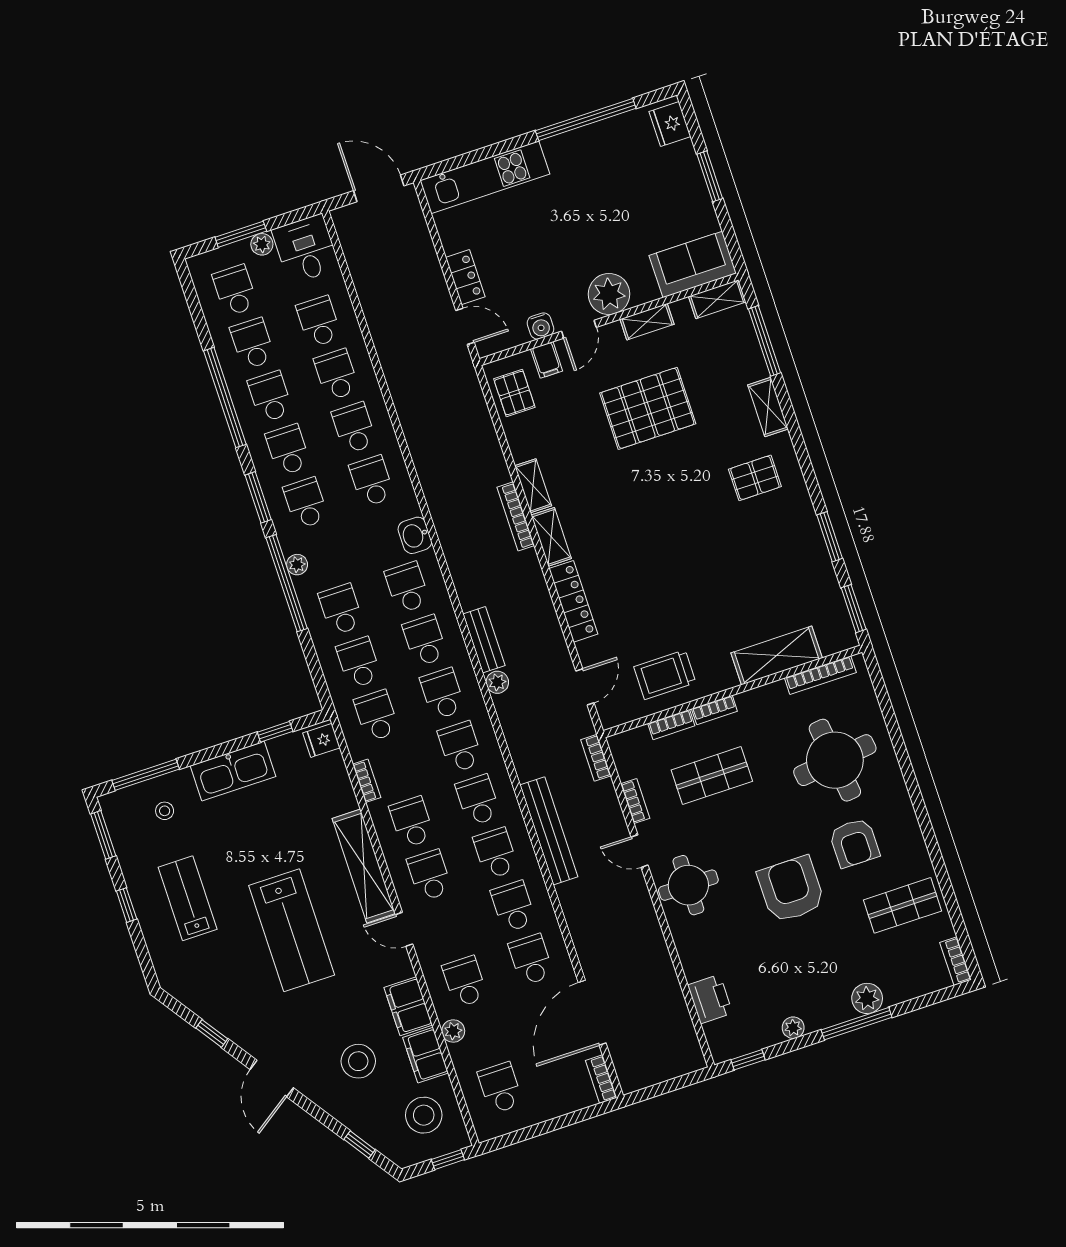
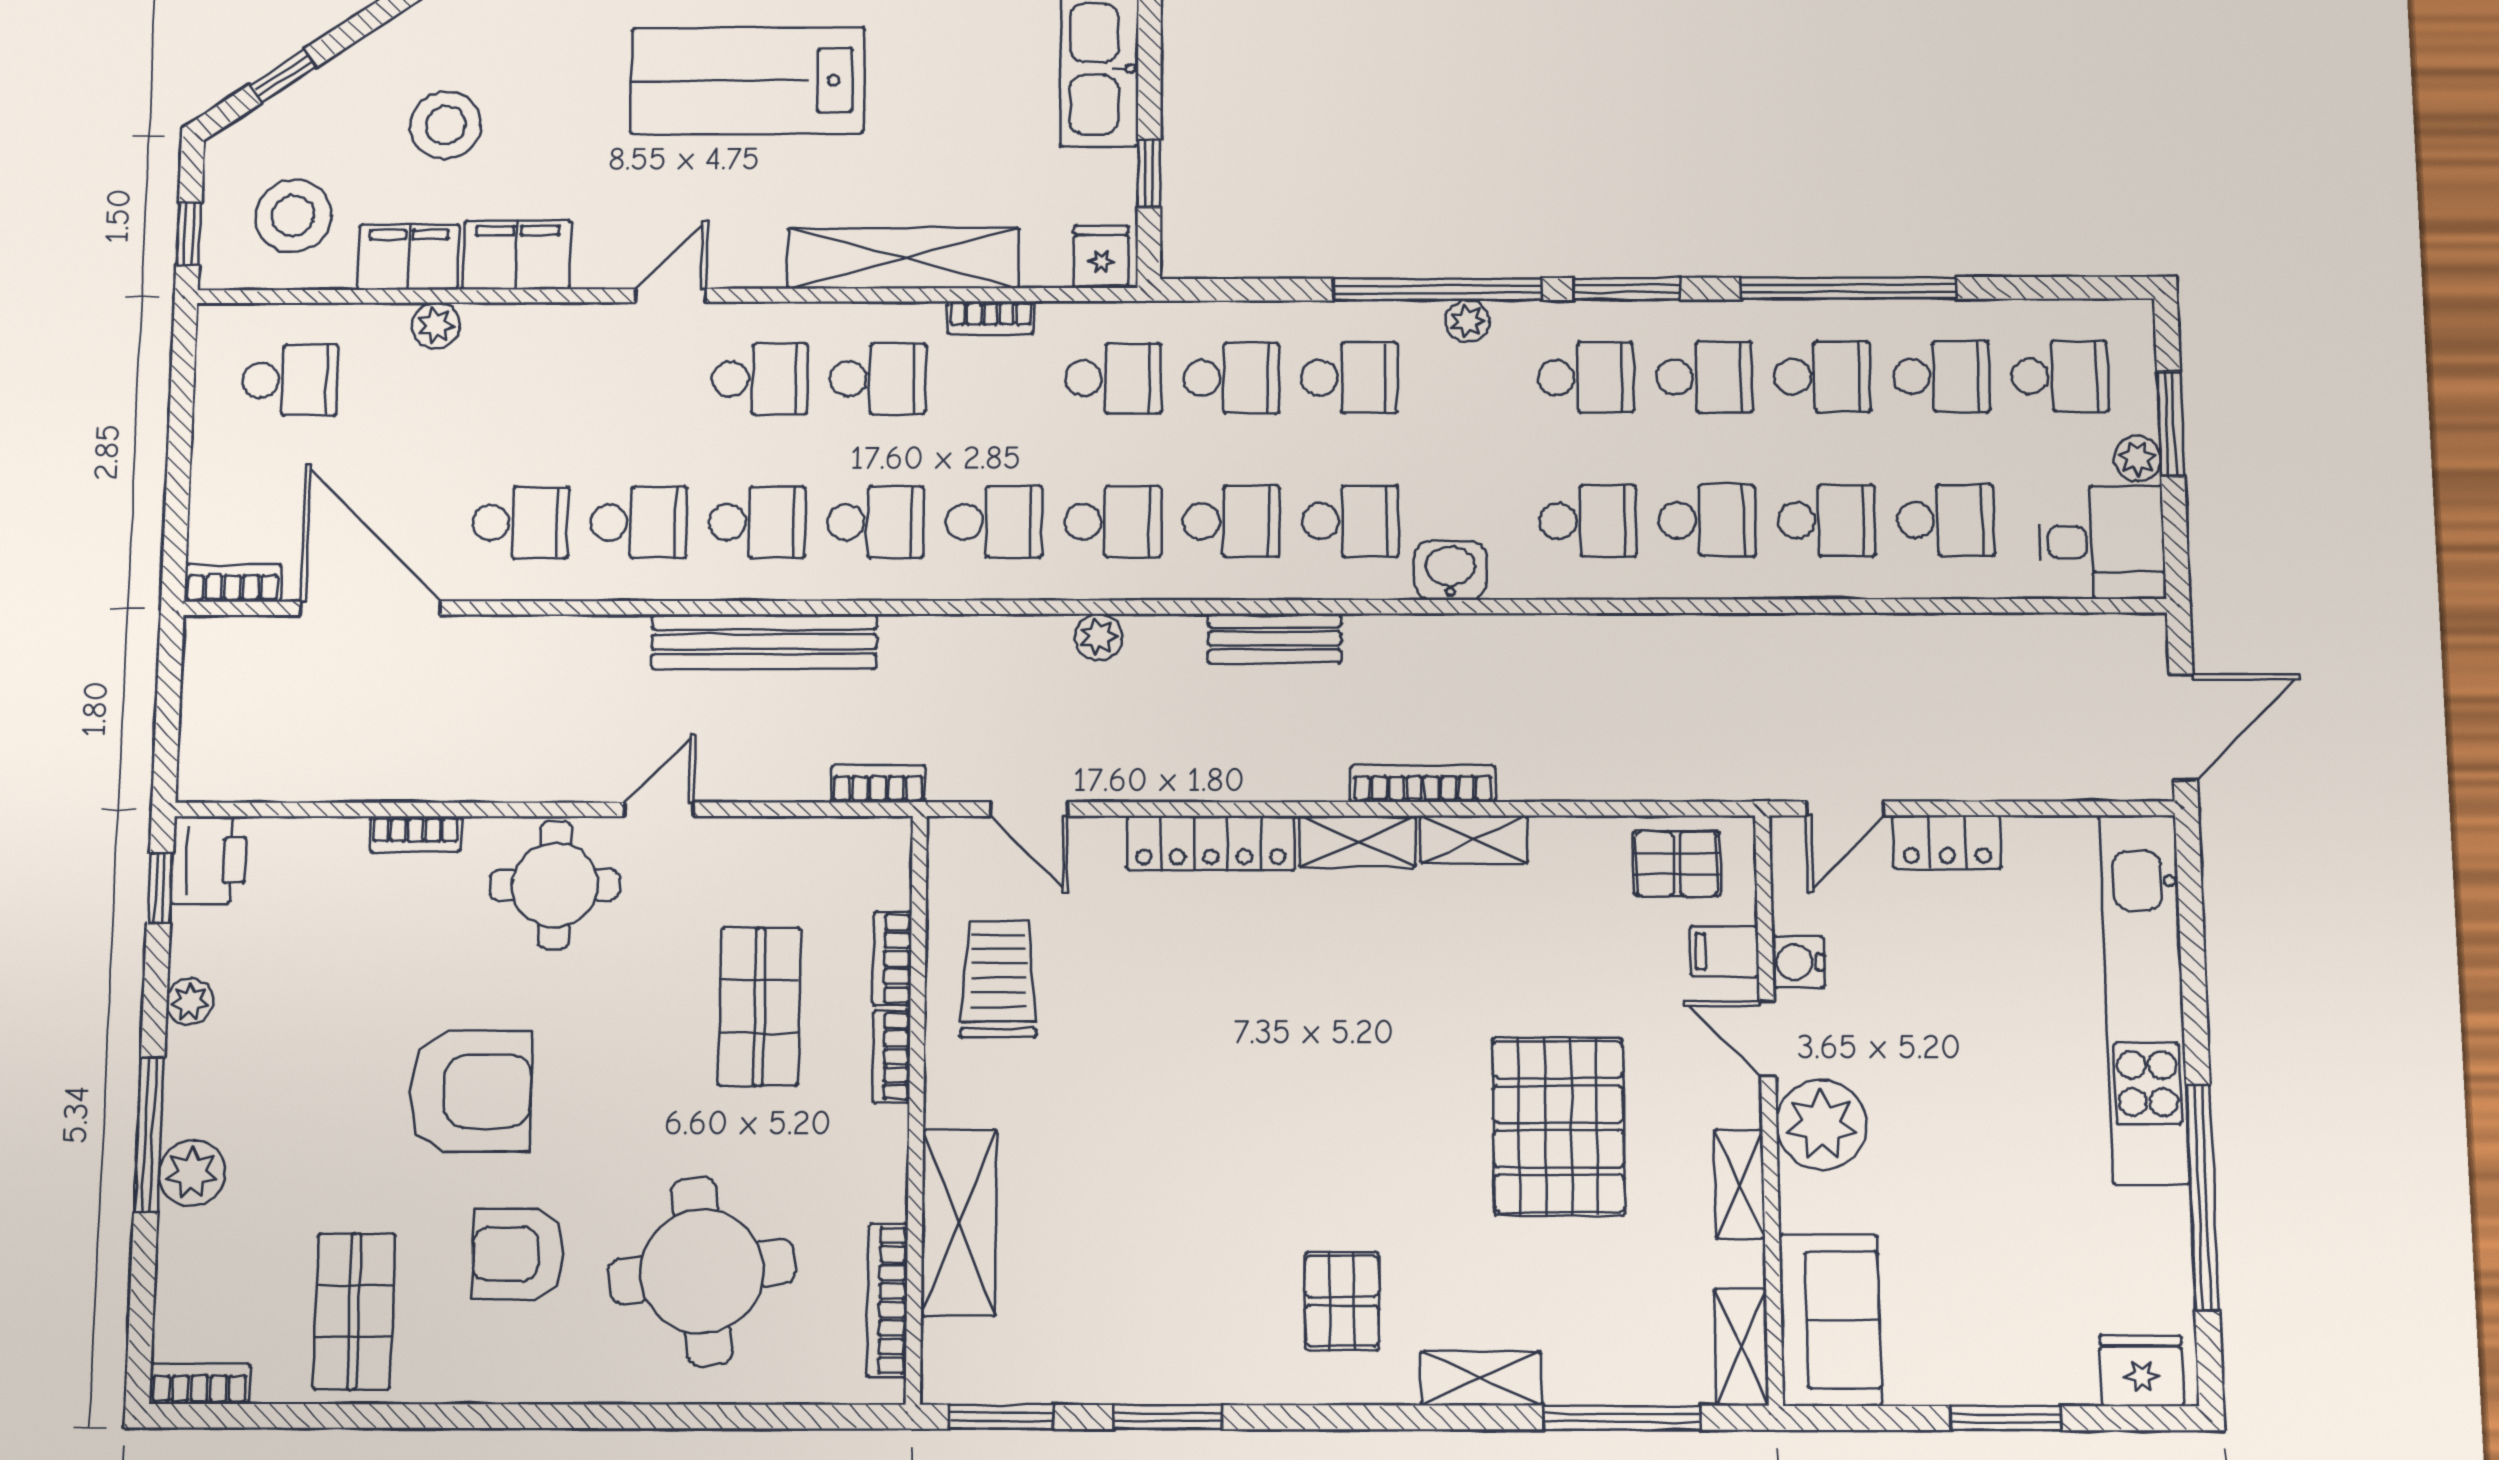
kitchen unit: (485, 177) -> (2144, 998), width x1.36
bench: (484, 640) -> (1274, 638), moved
bookcase: (635, 801) -> (416, 834), moved
shelving: (364, 866) -> (903, 258), moved
school desk: (465, 982) -> (525, 380), removed
printer: (710, 999) -> (209, 860), moved, turned -90

